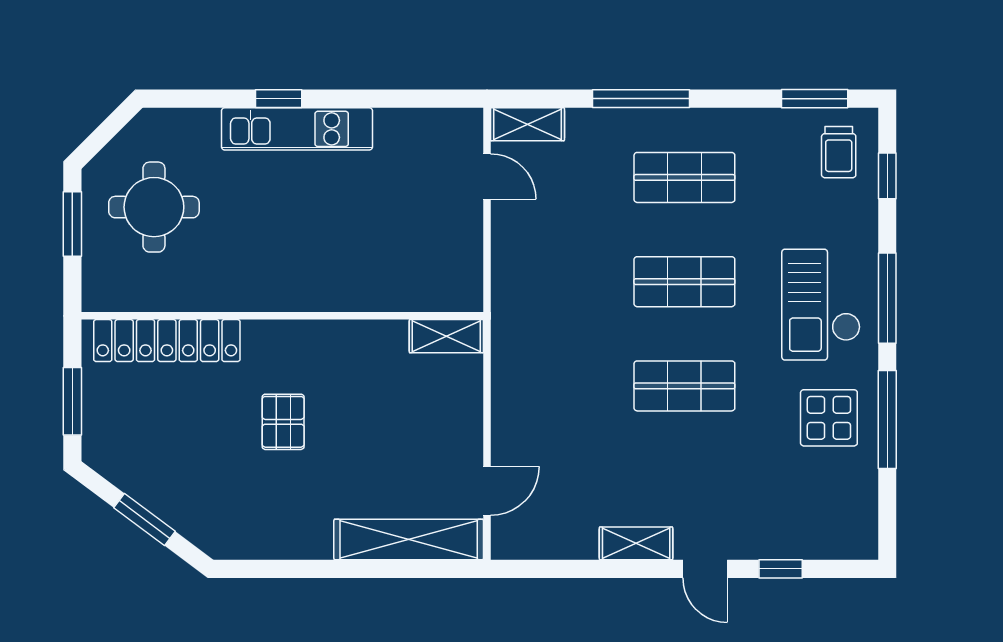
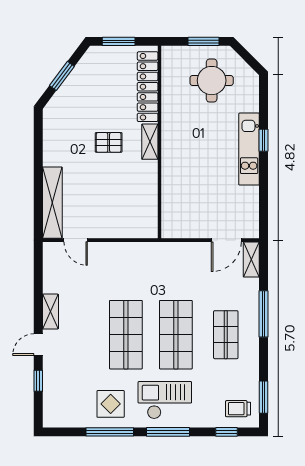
door: (487, 176) -> (226, 240), width x1.38
shop shelf: (684, 282) -> (176, 335), width x1.43, depth x1.36
shelving: (446, 336) -> (150, 142), moved
shop shelf: (684, 386) -> (126, 335), width x1.43, depth x1.36

